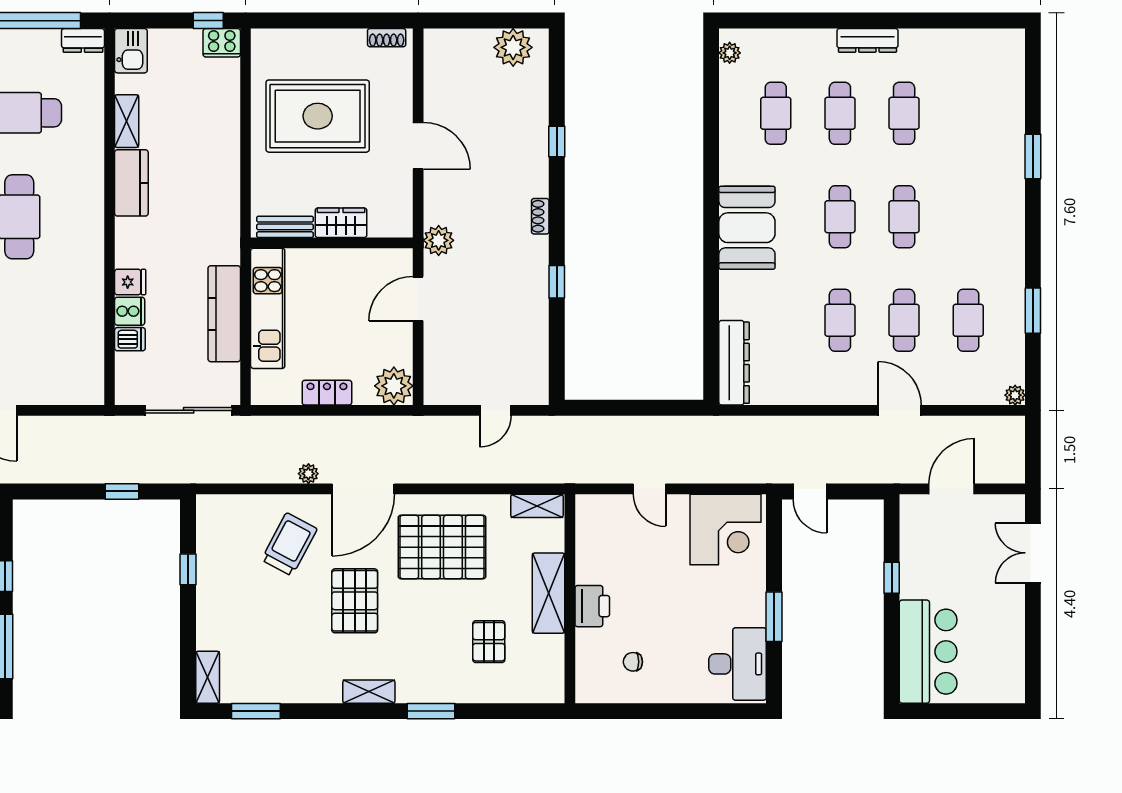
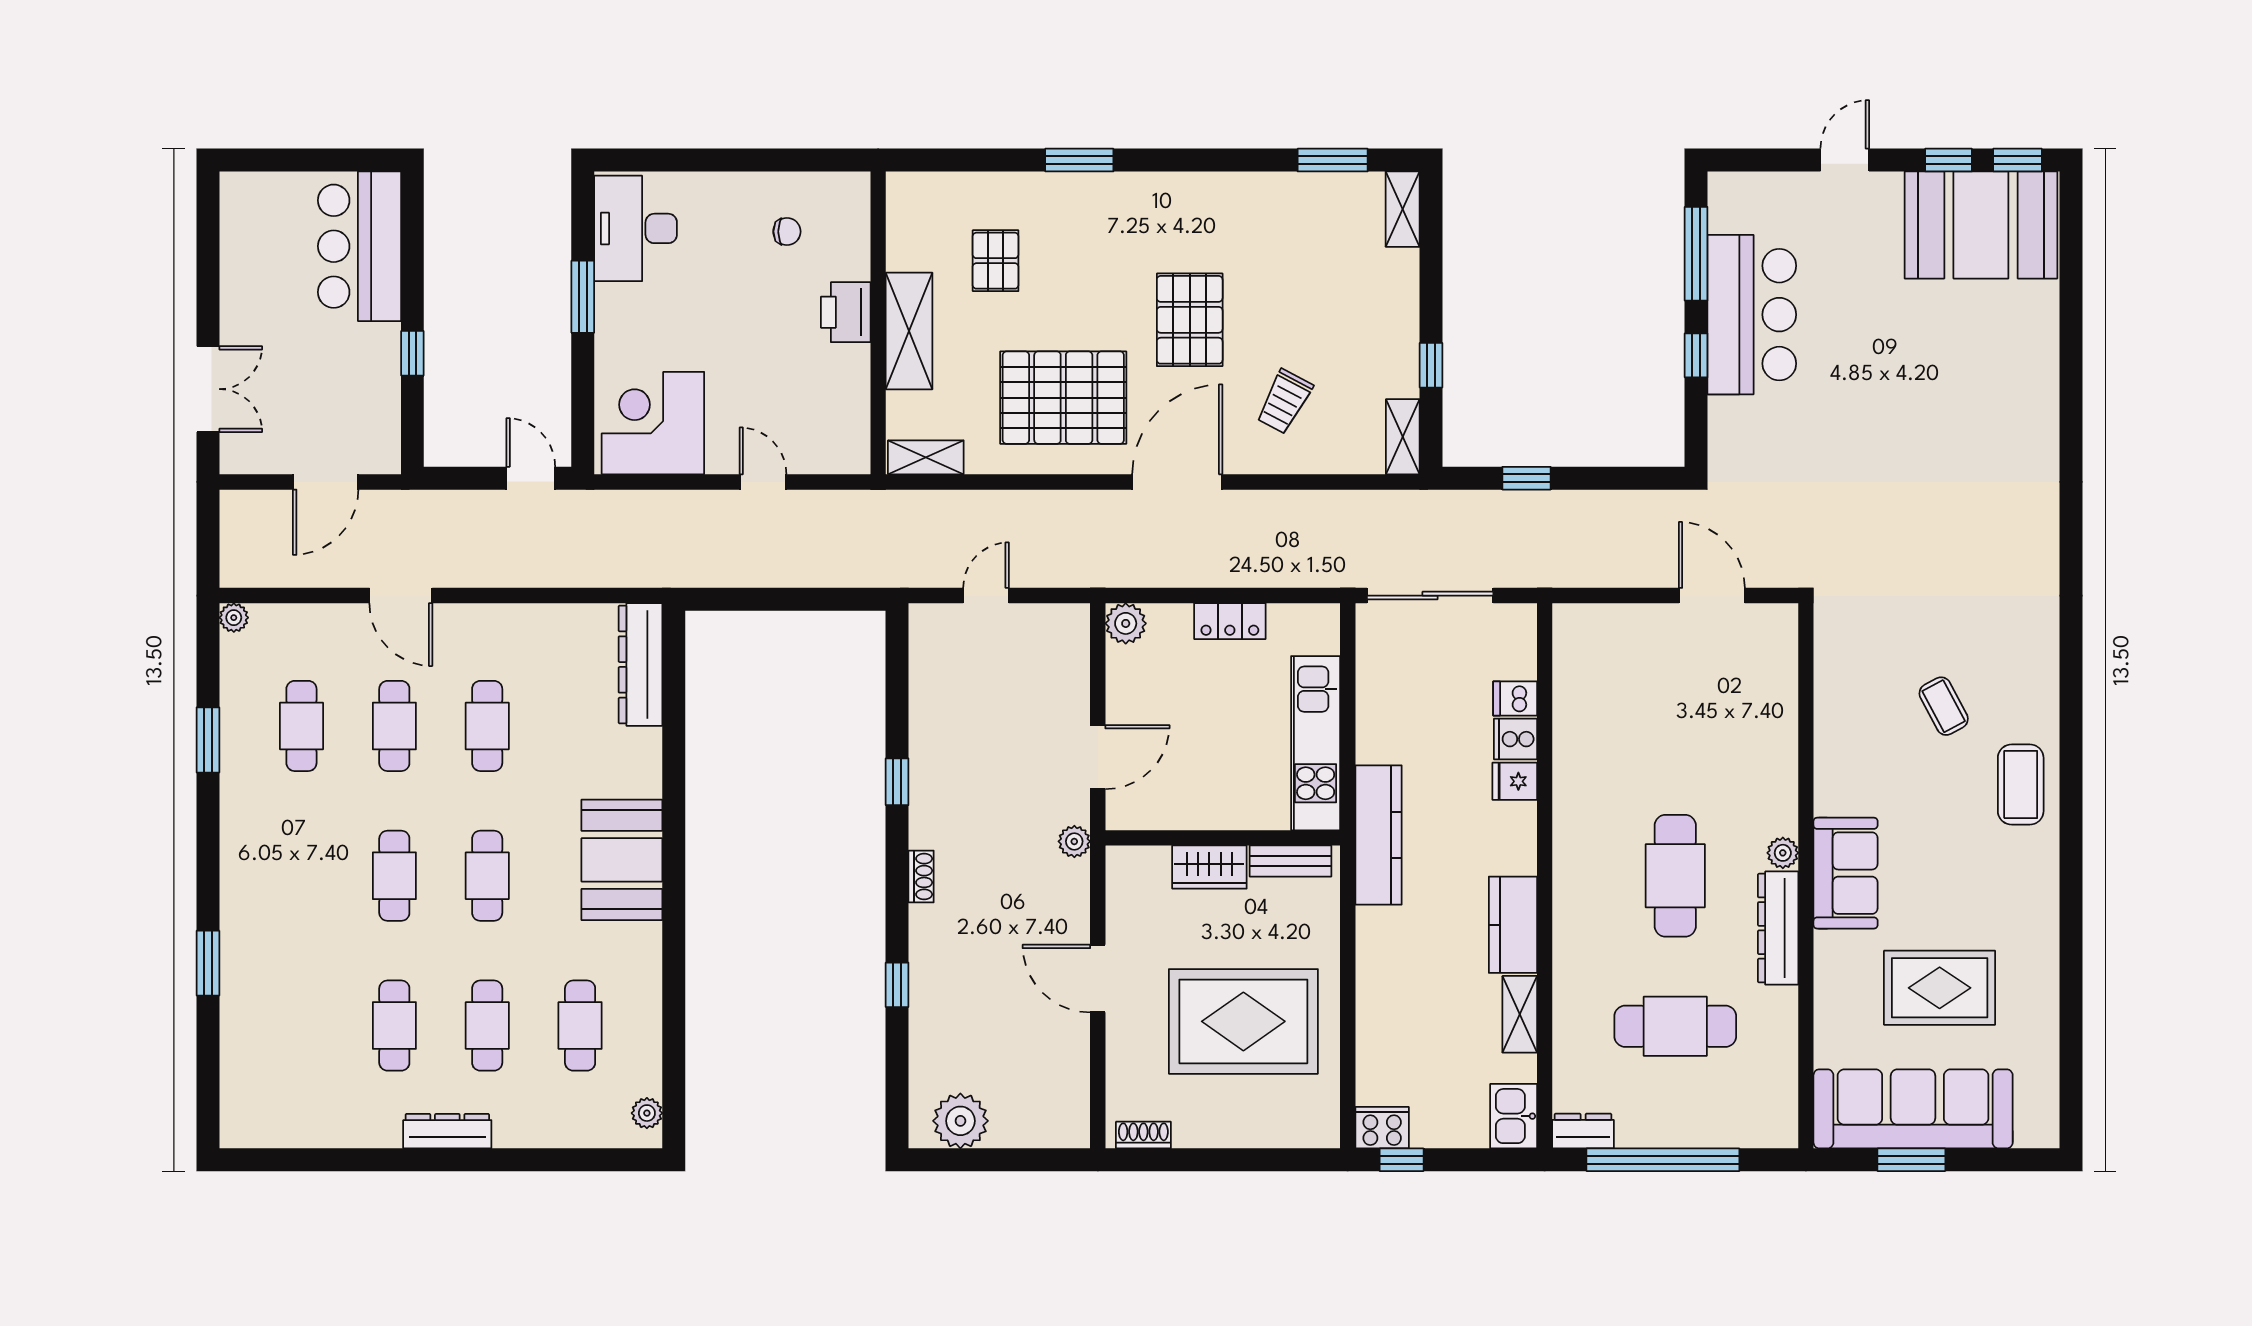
plant: (439, 240) -> (1074, 841), width x0.73, depth x0.73
kitchen counter: (224, 314) -> (1379, 835), moved
plant: (394, 386) -> (1126, 623), width x0.73, depth x0.73
plant: (308, 474) -> (1257, 504), removed
trolley: (289, 544) -> (1284, 402), width x0.73, depth x0.72
shelving: (369, 692) -> (1403, 437), moved, turned 90

